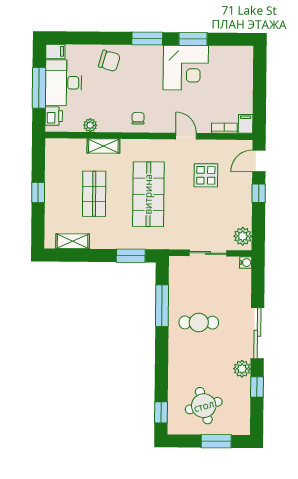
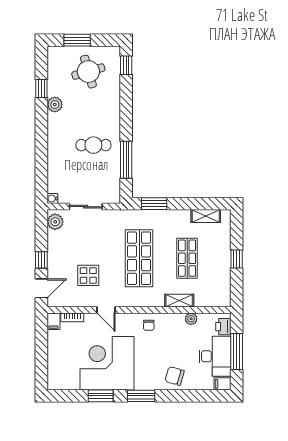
corner desk: (186, 68) -> (107, 363), width x1.36, depth x1.36
sliding door: (257, 333) -> (41, 136), removed

